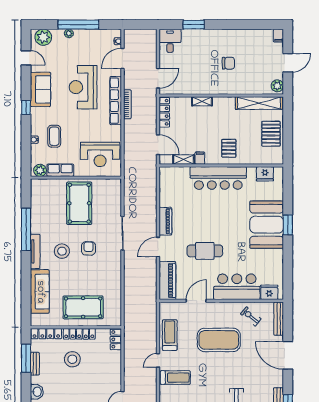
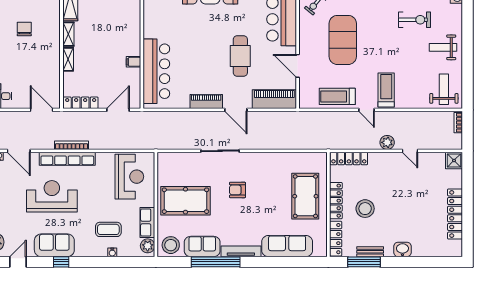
reception desk: (83, 87) -> (52, 196), turned 180
window: (26, 107) -> (61, 262), moved
pallet: (229, 148) -> (122, 28), removed
shelving: (184, 159) -> (68, 34), moved
bar counter: (218, 178) -> (156, 71), moved
sofa: (39, 218) -> (202, 246), added
stool: (62, 251) -> (171, 245), moved
locker: (116, 339) -> (349, 158), width x1.53
plant: (130, 378) -> (387, 142), added

